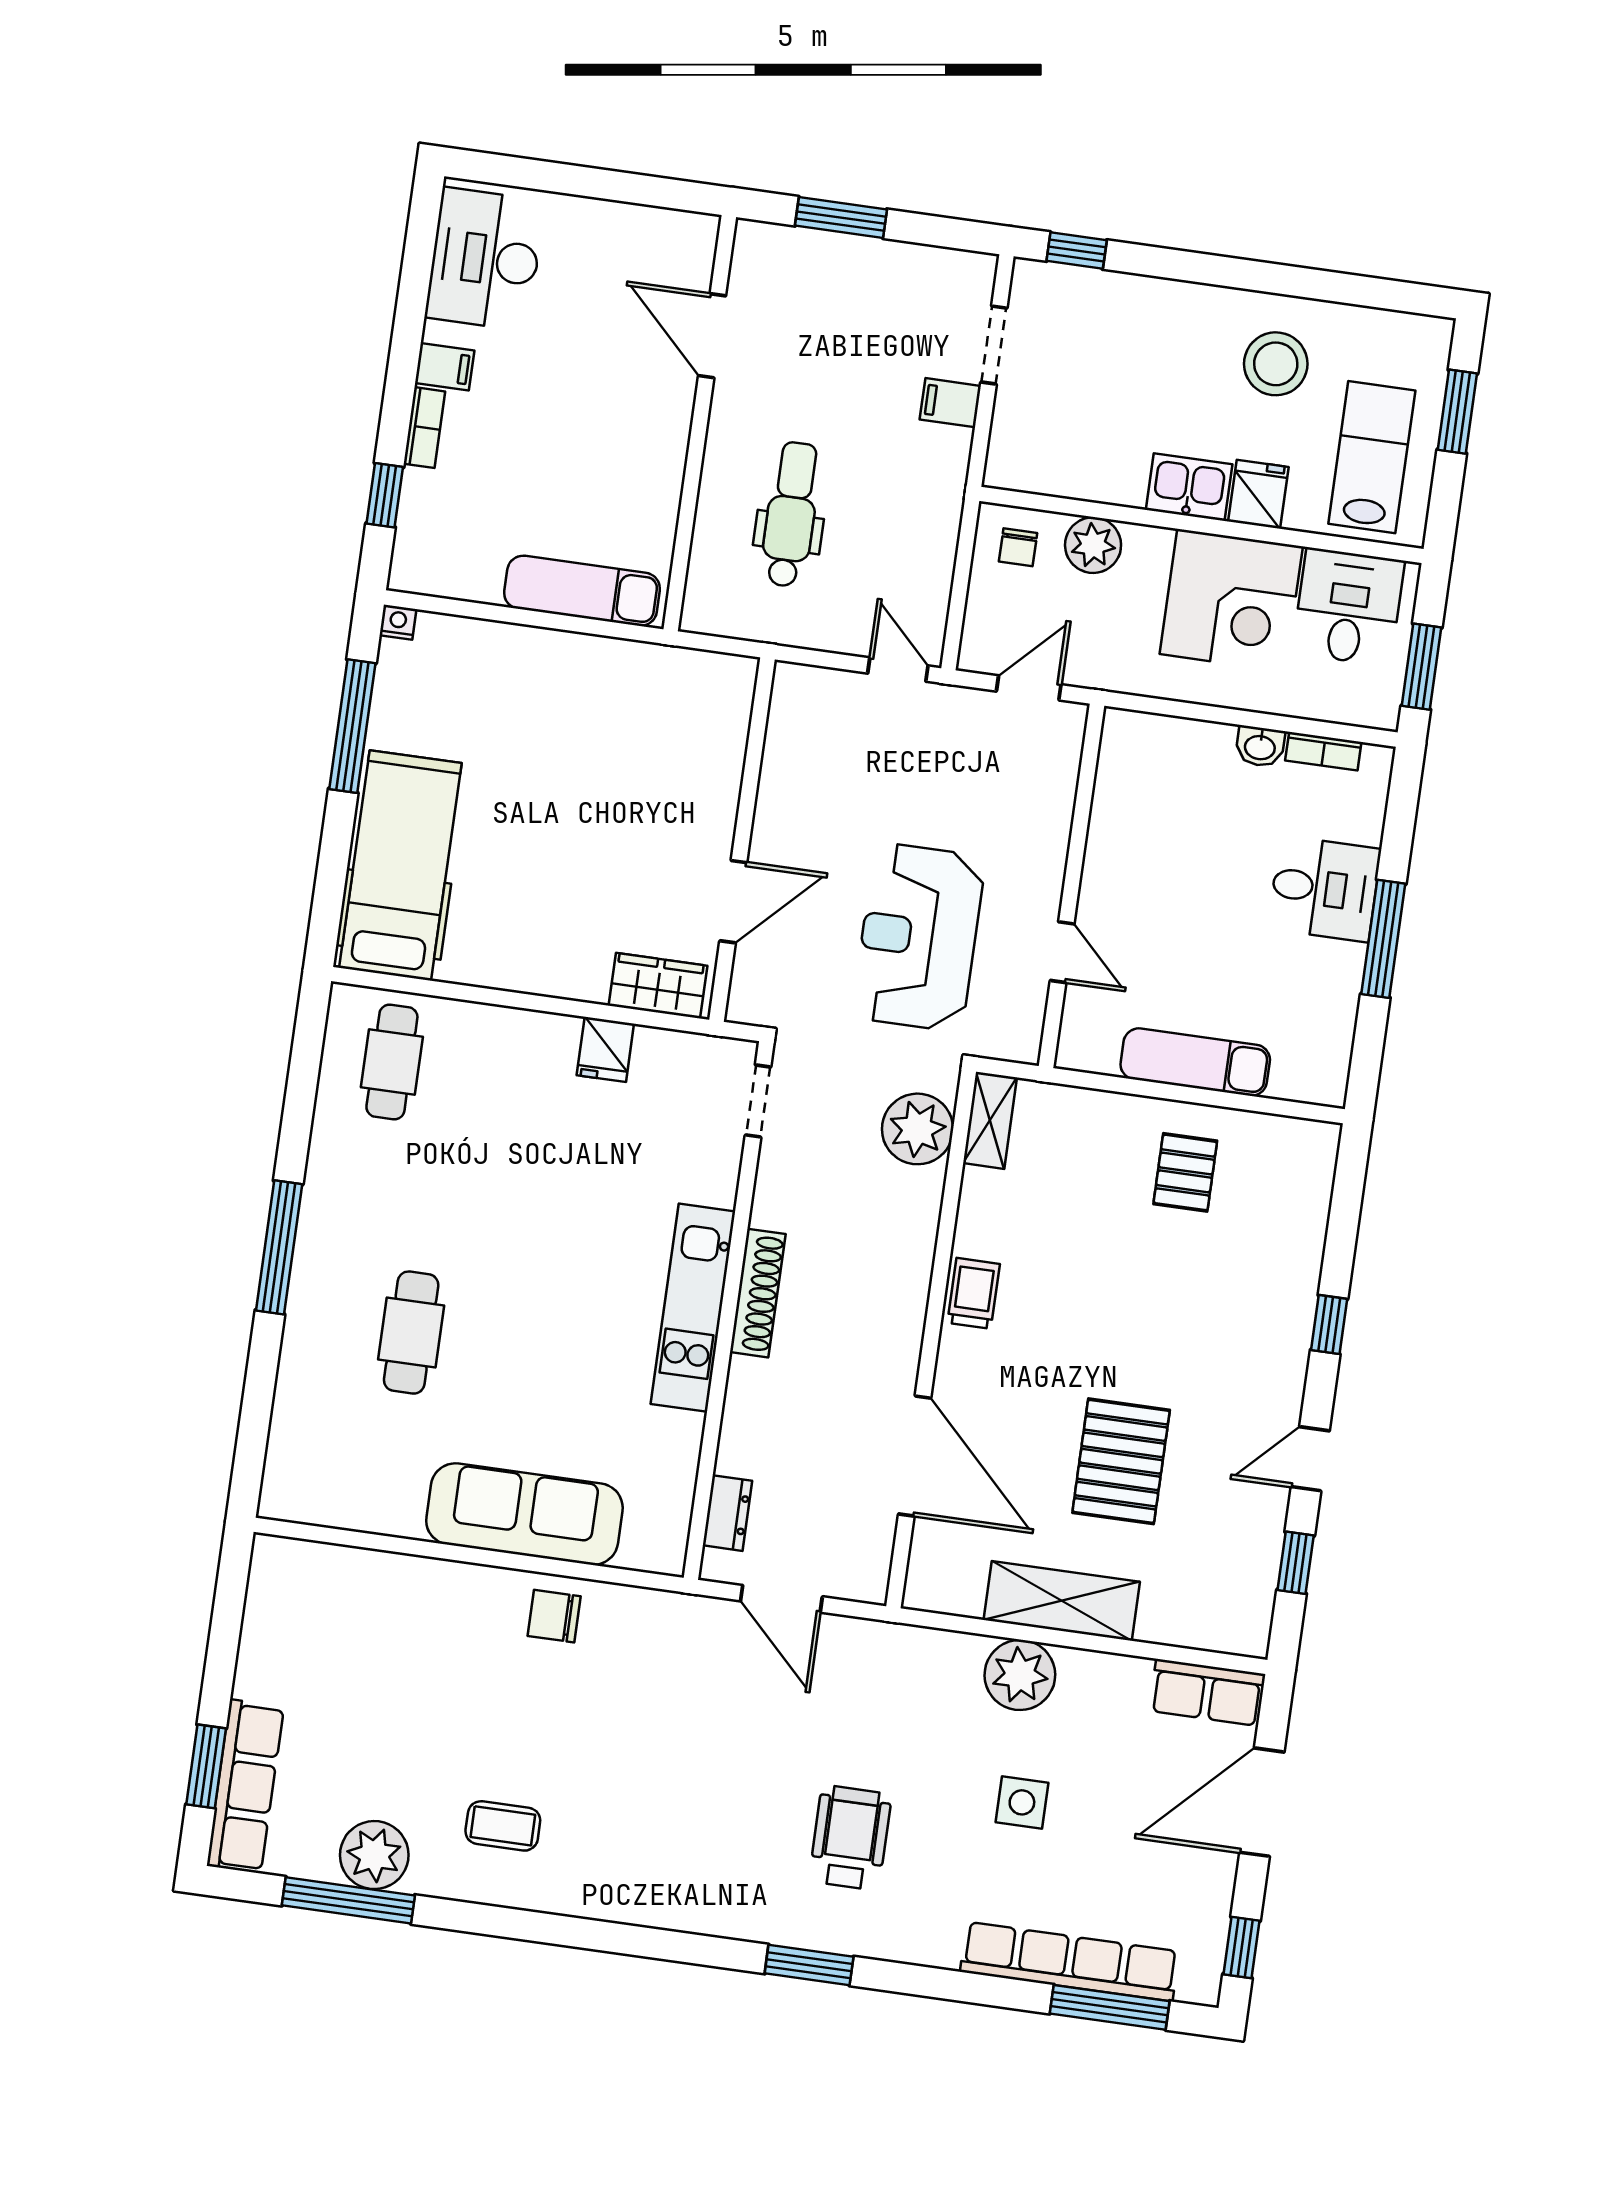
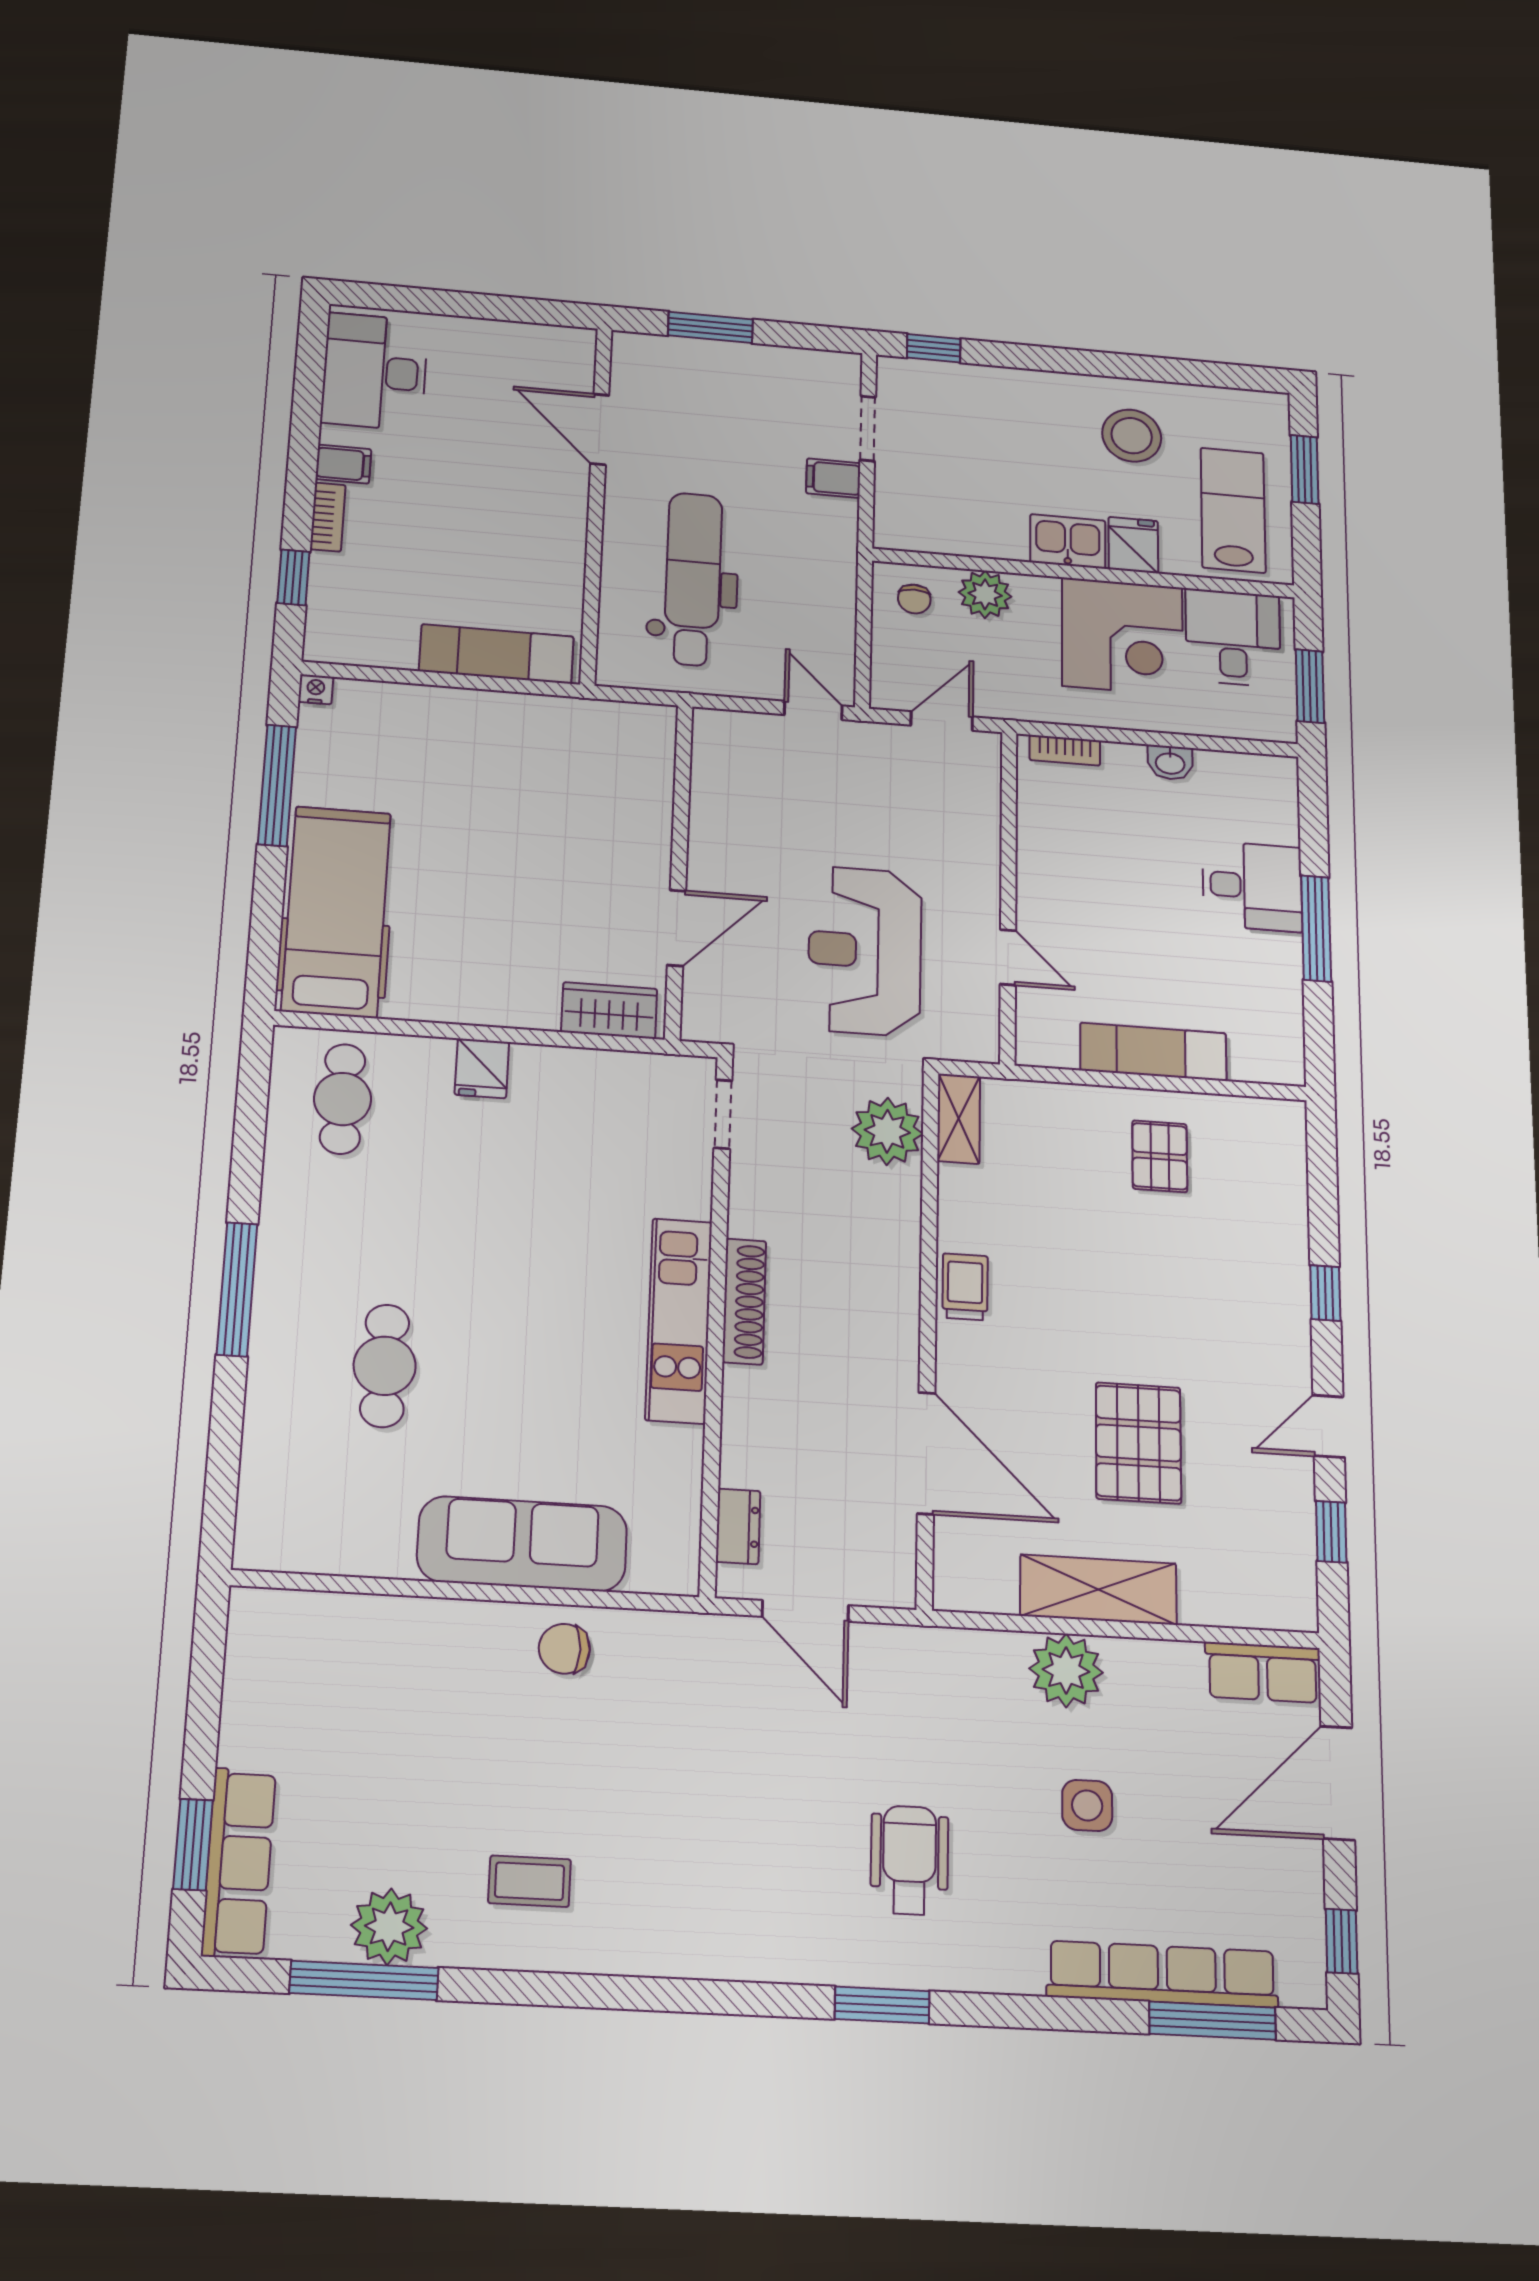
dental chair: (791, 514) -> (693, 579), width x1.36, depth x1.38
bookcase: (1323, 751) -> (1065, 750), moved
fridge: (605, 1049) -> (482, 1068), moved

